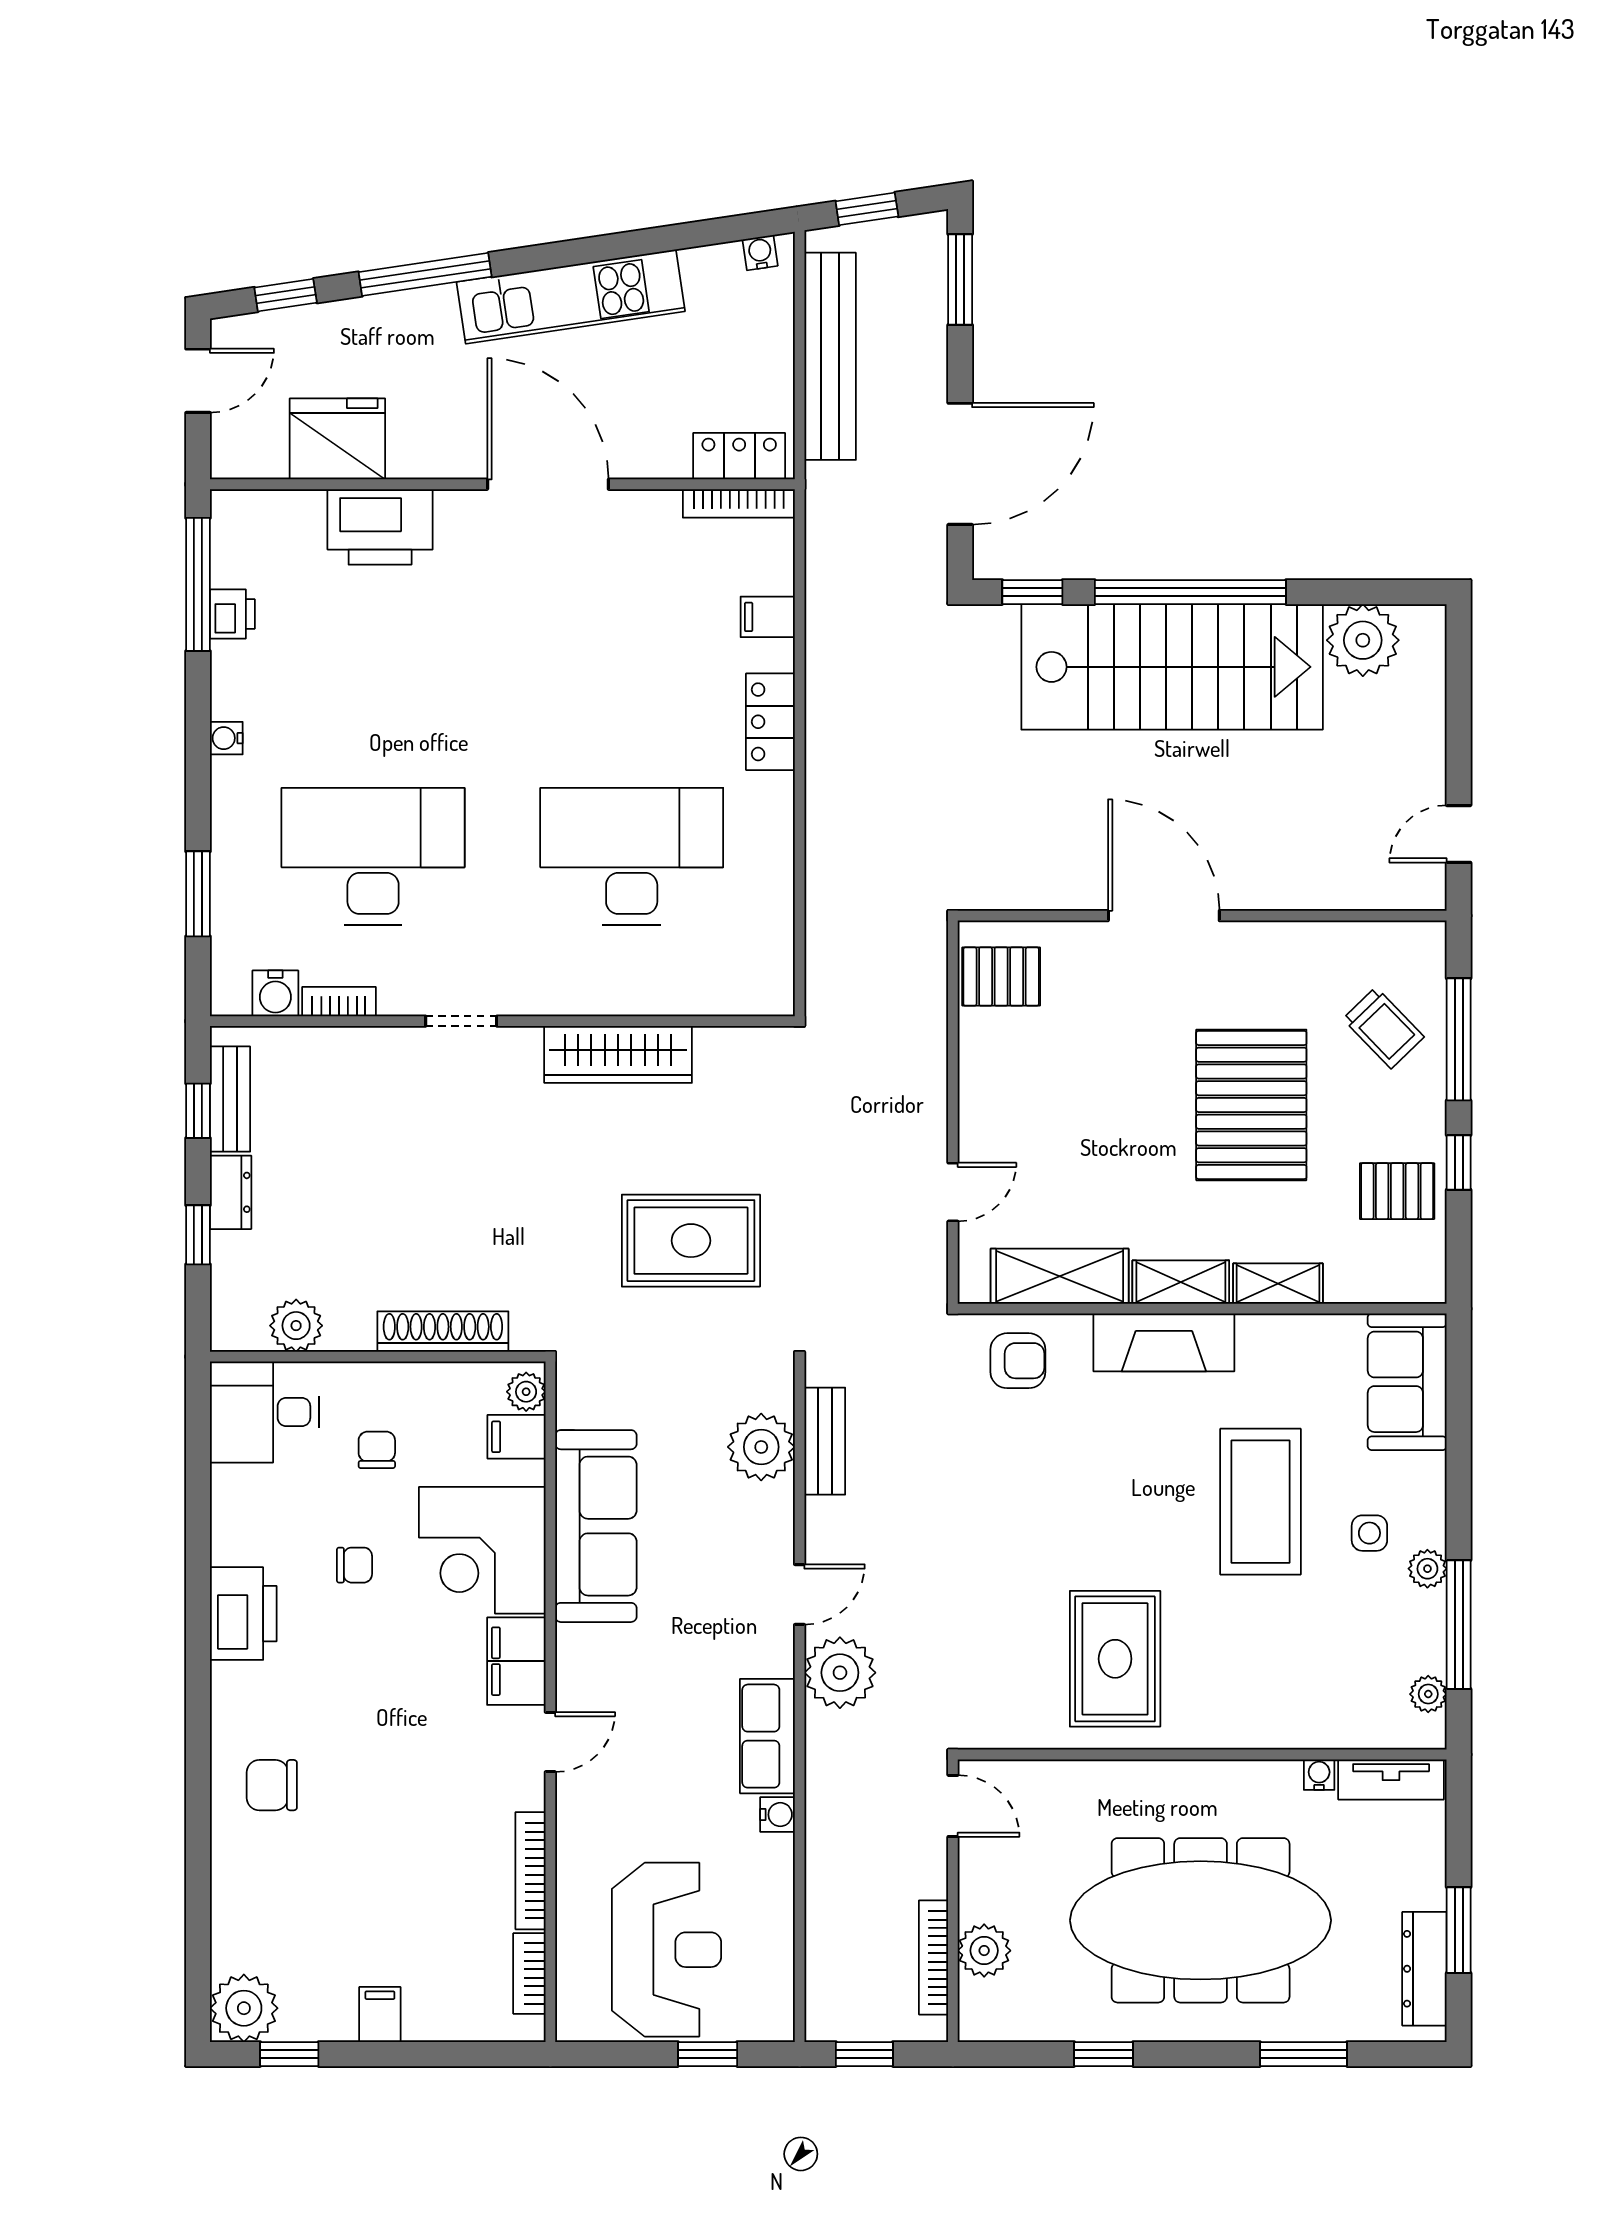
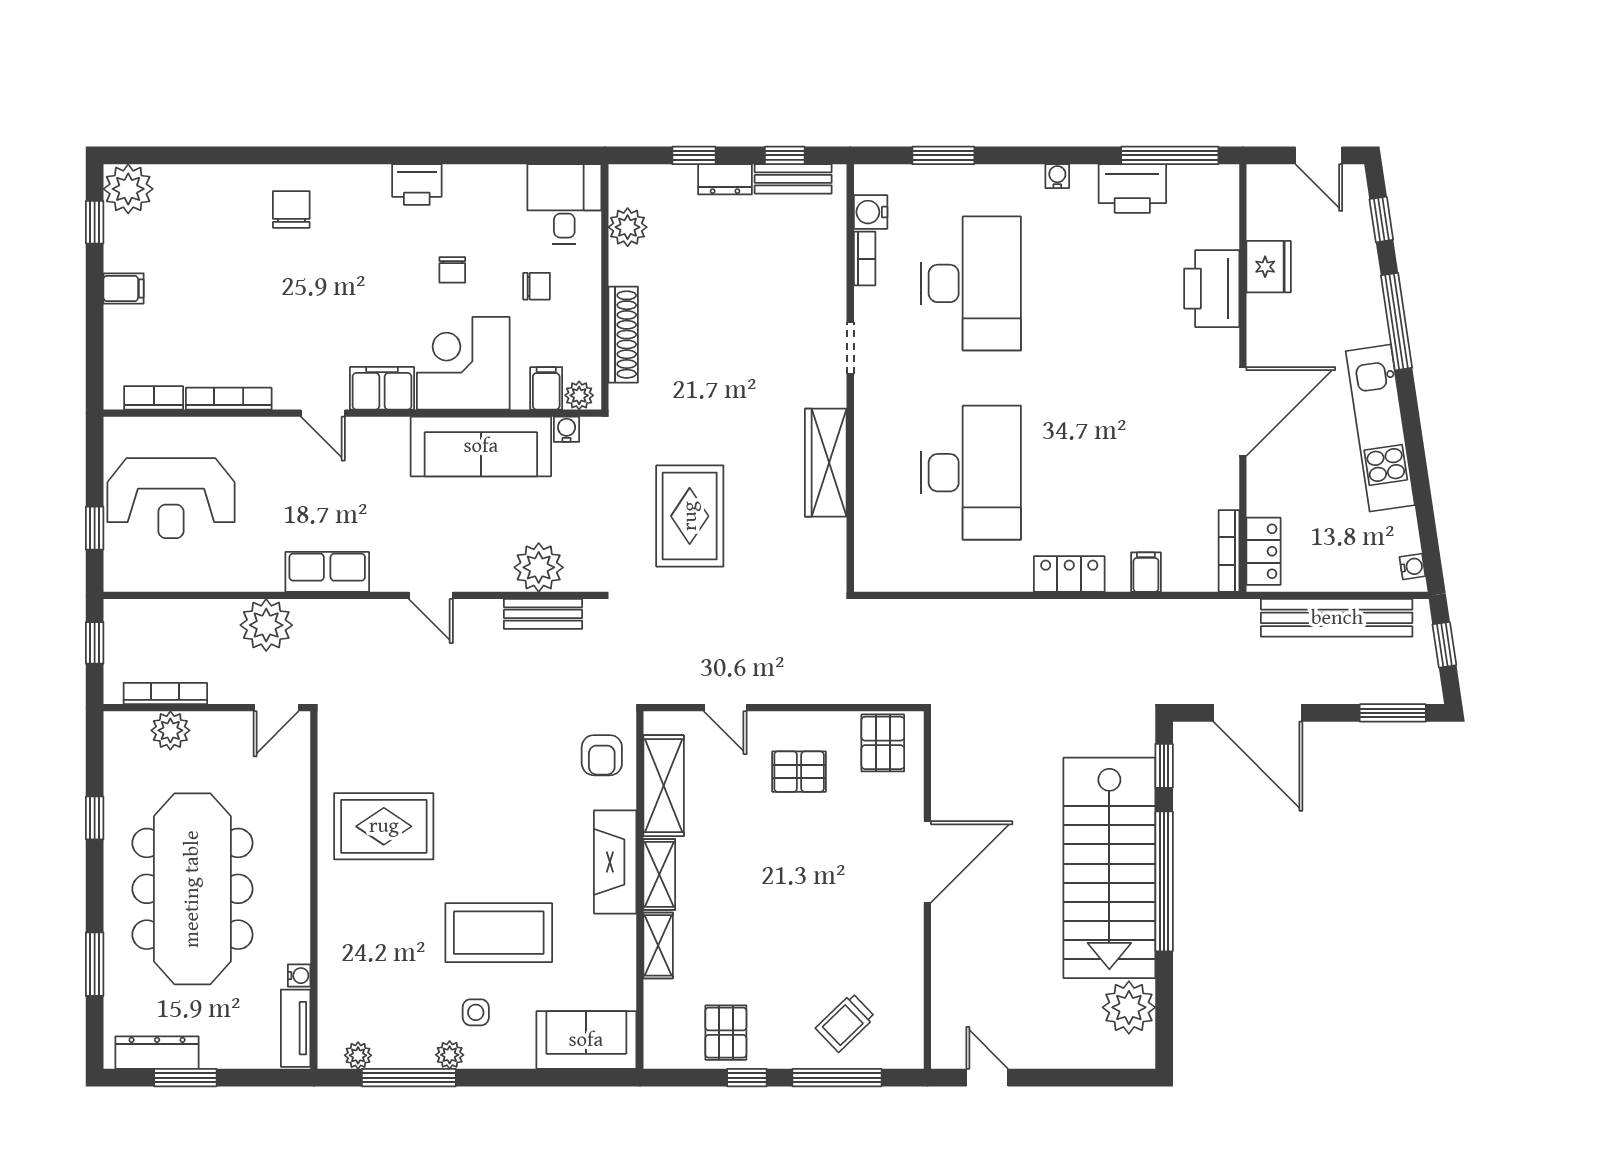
fridge: (337, 439) -> (1269, 267), width x0.73, depth x0.75
printer: (232, 614) -> (1132, 188), width x1.87, depth x1.48
pallet: (1251, 1105) -> (799, 772), moved, width x0.49, depth x0.50
printer: (243, 1614) -> (417, 185), width x0.73, depth x0.84
plant: (840, 1673) -> (266, 625), moved
water cooler: (777, 1815) -> (567, 429), moved, turned 180

